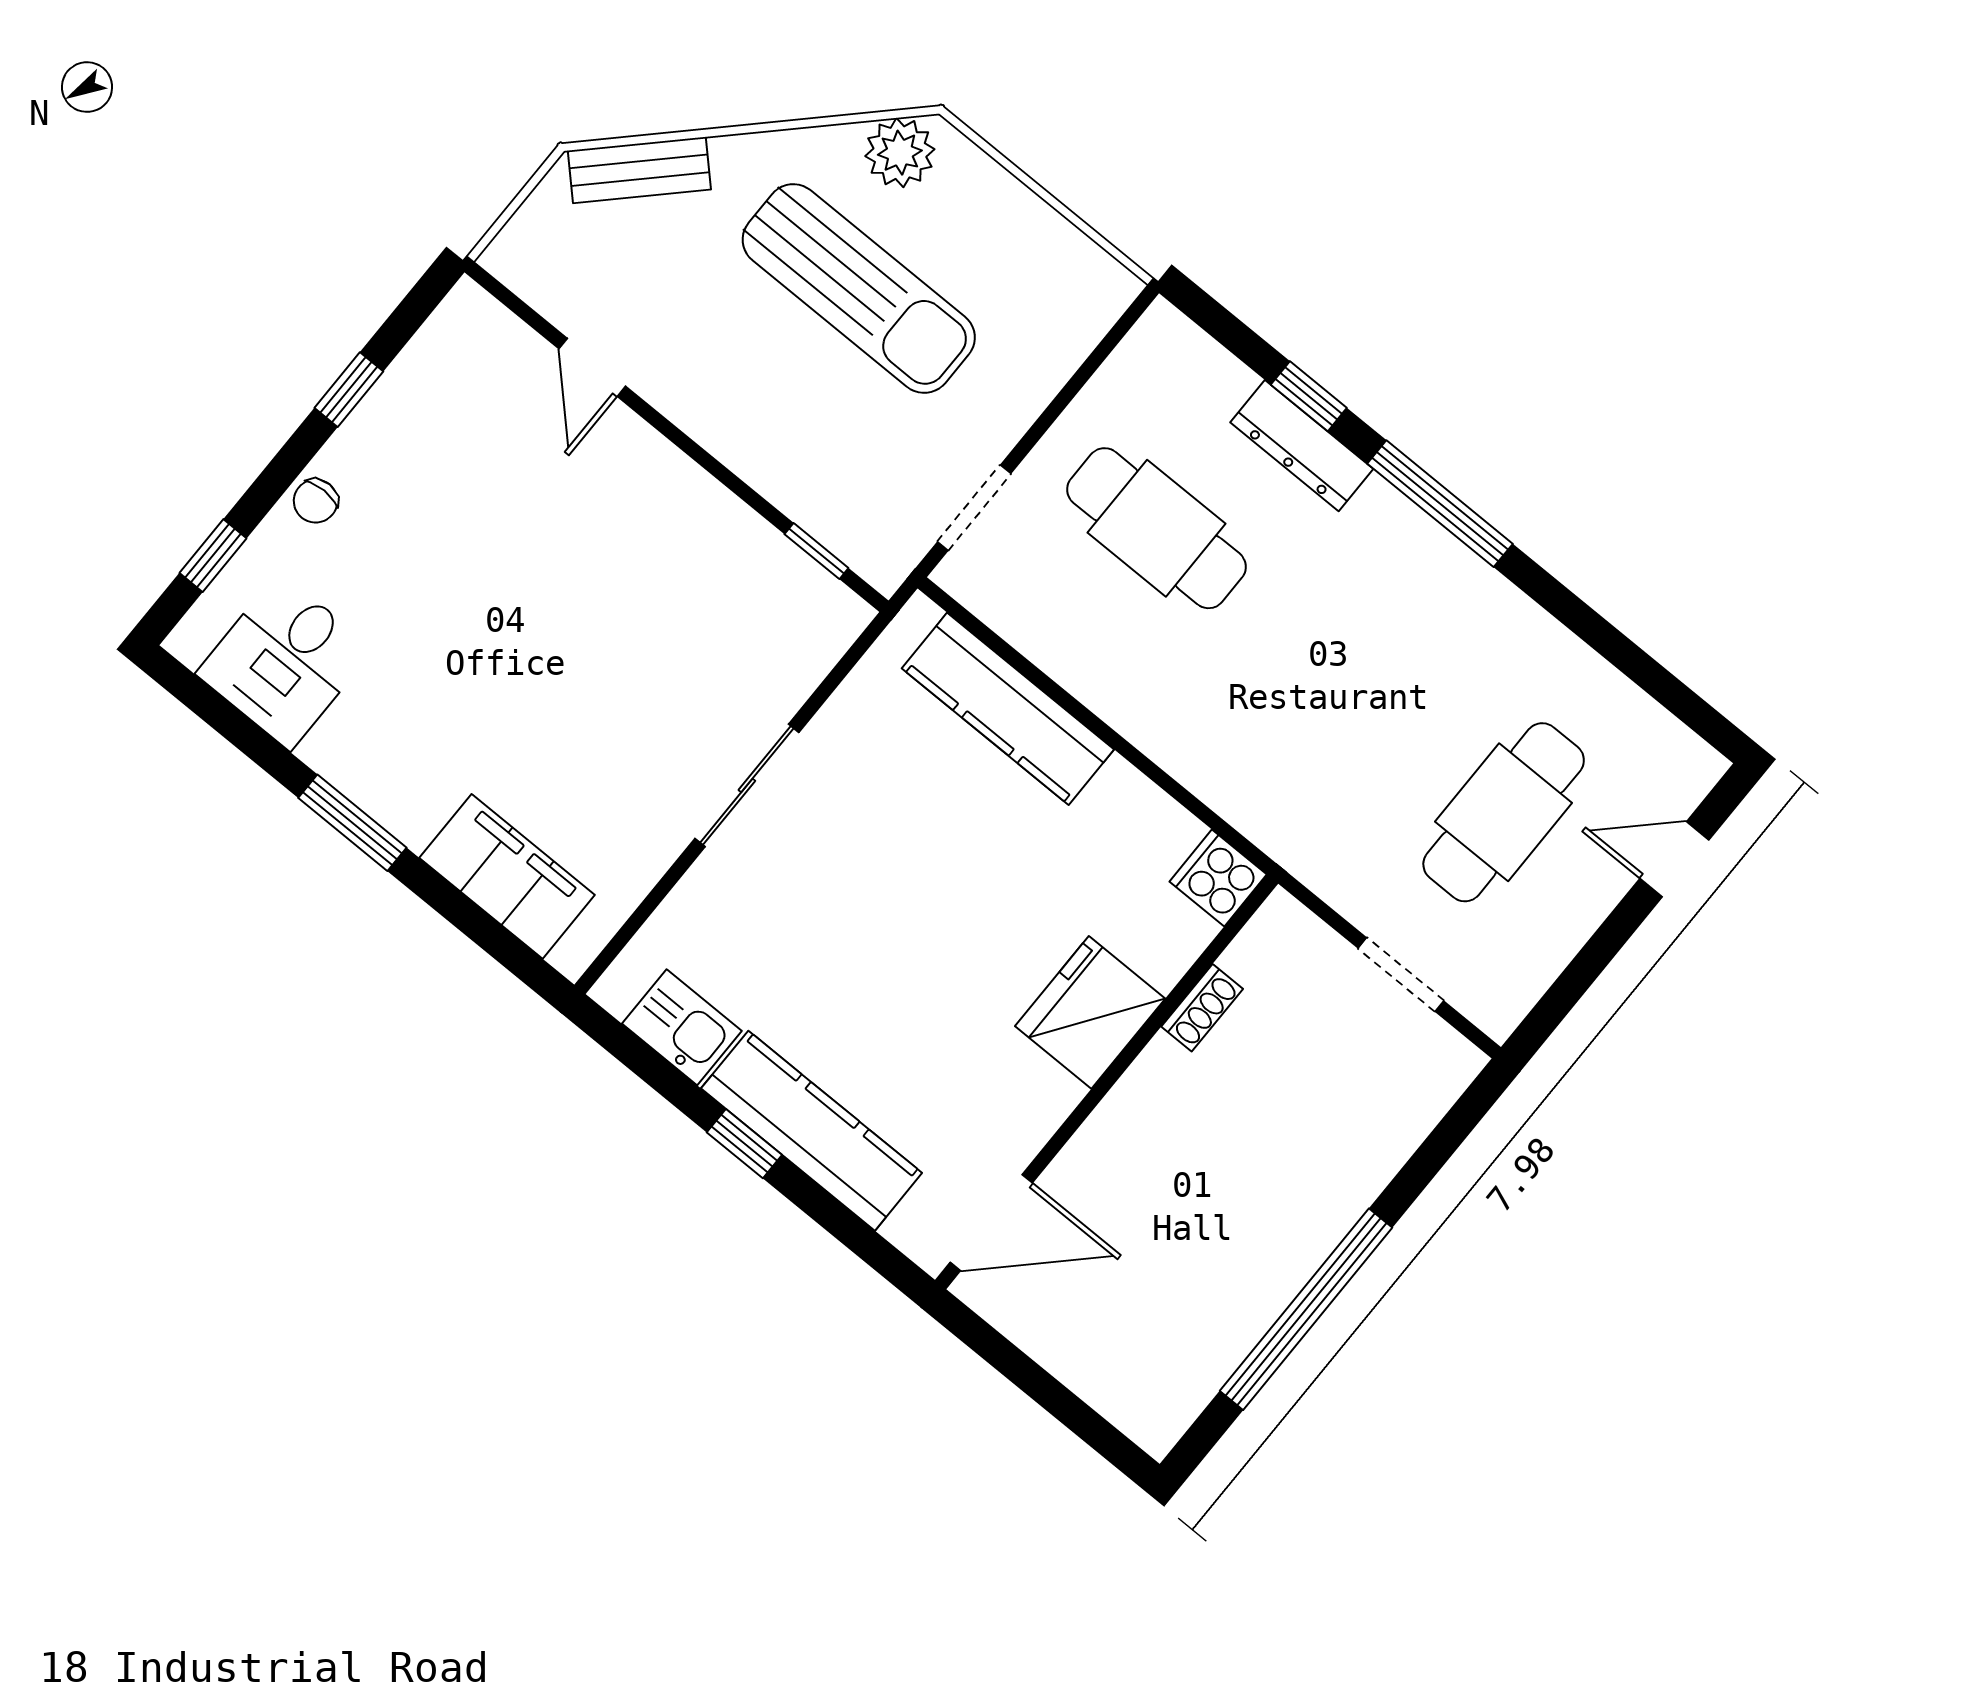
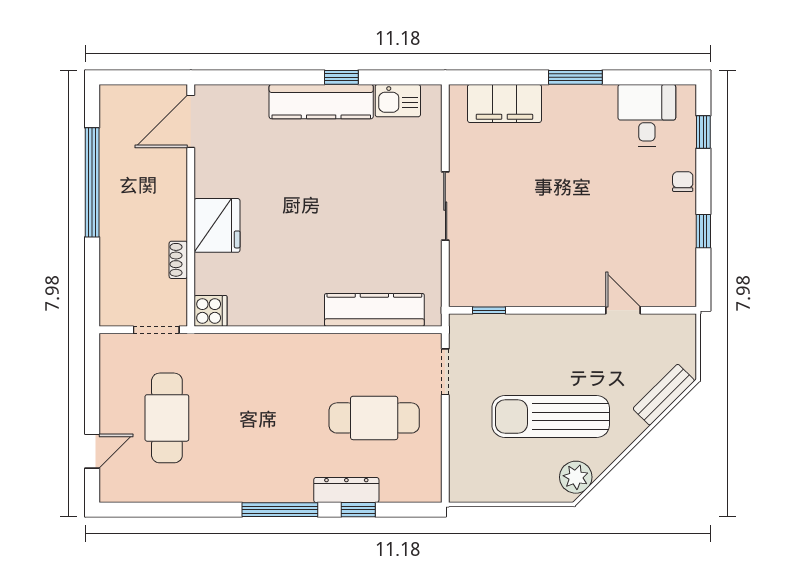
cooker: (1218, 878) -> (211, 311), moved
shoe rack: (1202, 1008) -> (178, 260), moved
fridge: (1090, 1012) -> (217, 225), moved
wall: (1107, 1082) -> (191, 205), moved
door: (991, 1223) -> (191, 121), moved

